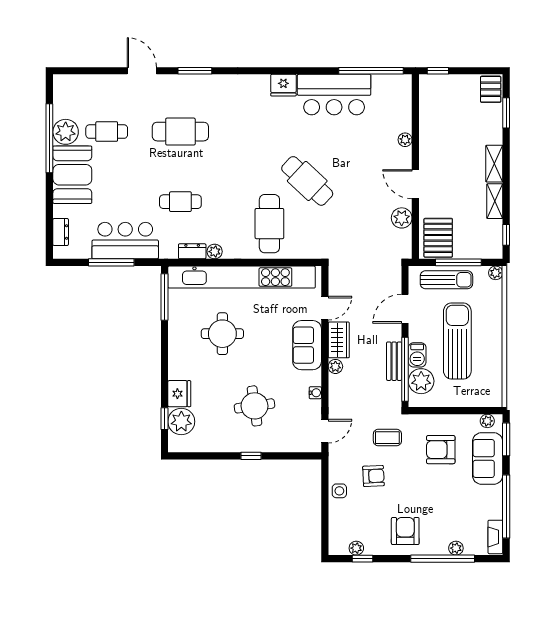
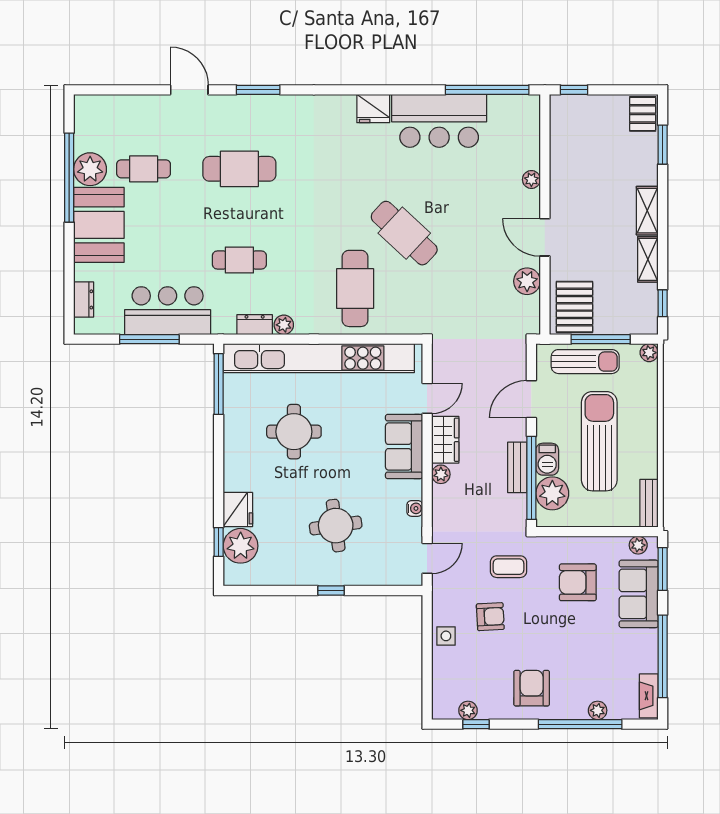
bench: (496, 389) -> (649, 503), added

